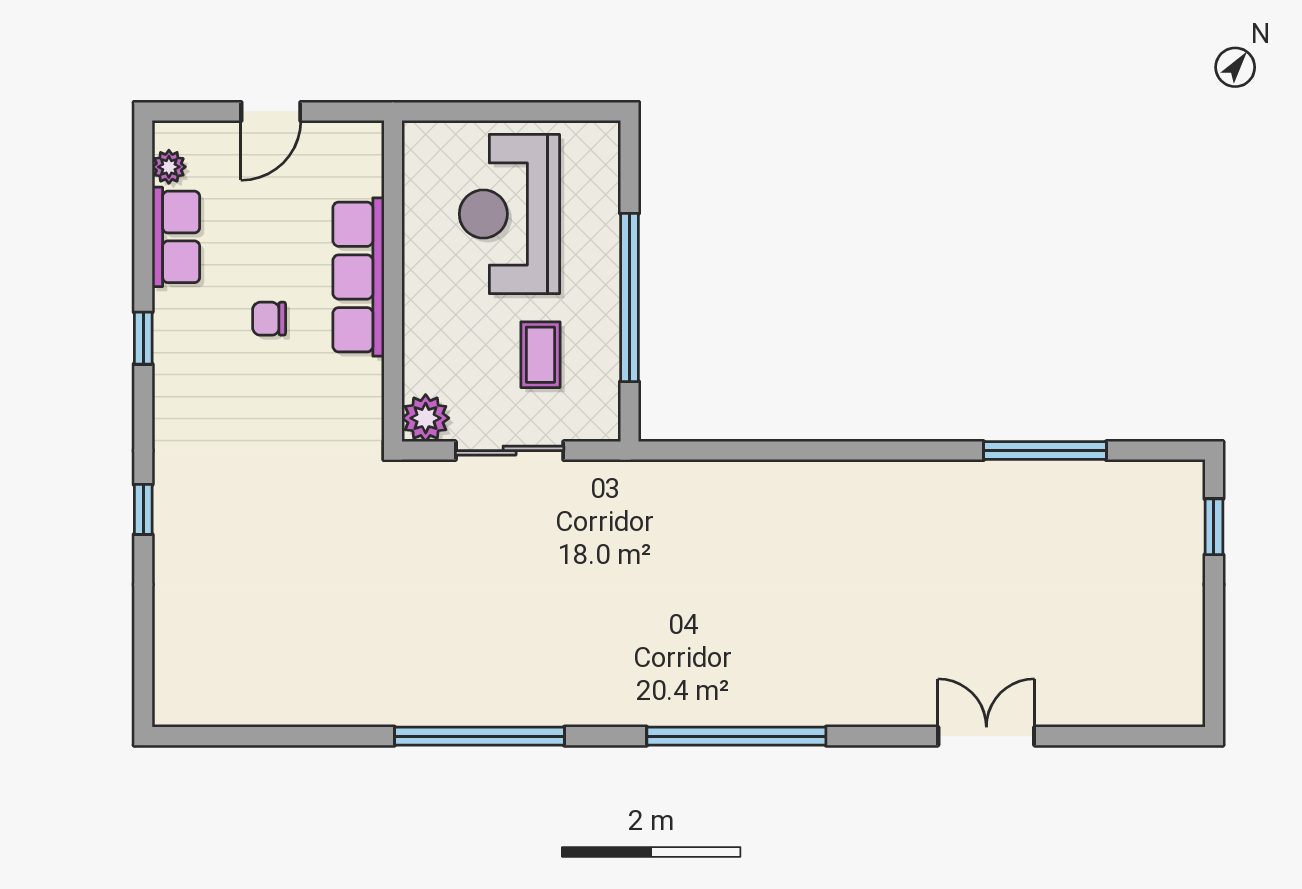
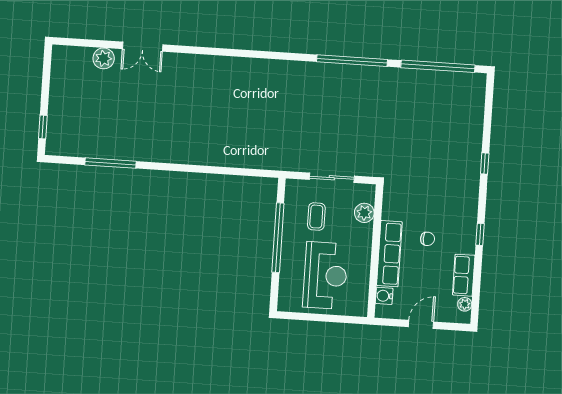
water cooler: (364, 174) -> (384, 296), added
plant: (426, 418) -> (364, 213), moved
plant: (1079, 702) -> (104, 58), added
window: (736, 736) -> (438, 66), moved

